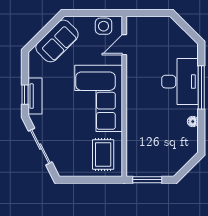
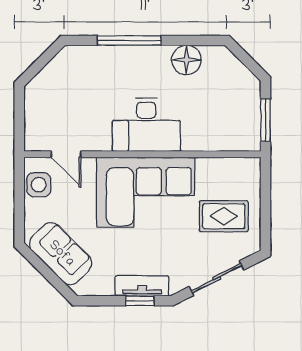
desk: (180, 82) -> (146, 125), moved, turned 180
floor lamp: (193, 122) -> (186, 60), width x1.89, depth x1.89
rug: (103, 154) -> (224, 216), moved

